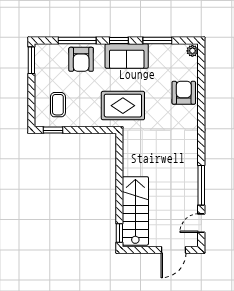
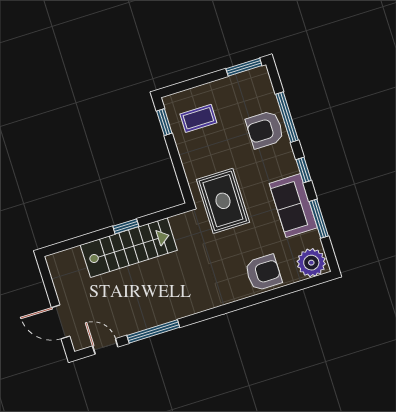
plant: (192, 51) -> (311, 263), width x1.88, depth x1.88
sofa: (127, 56) -> (293, 206), moved
stairs: (135, 211) -> (129, 248), moved
window: (119, 233) -> (126, 226), moved

